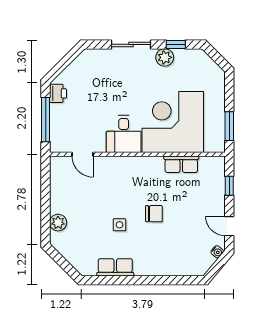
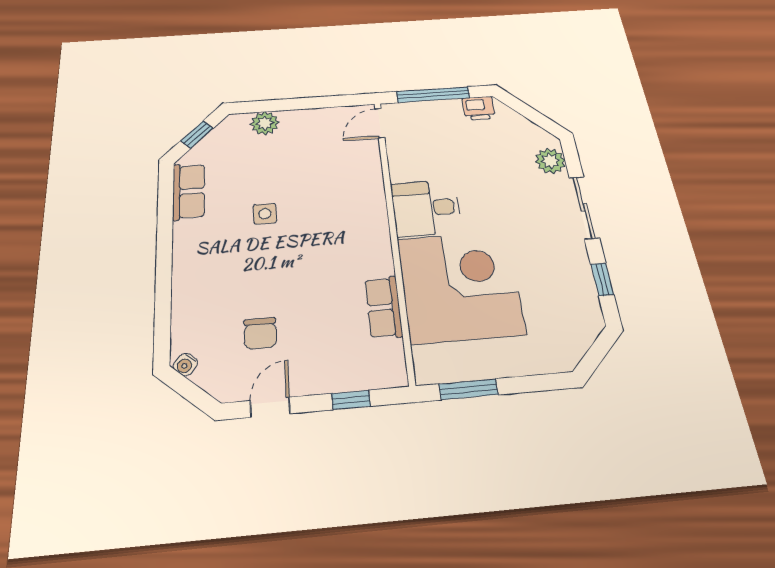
plant: (165, 57) -> (550, 161), moved
door: (82, 154) -> (380, 123), moved
chair: (154, 214) -> (260, 333), moved
water cooler: (217, 252) -> (185, 365), moved
window: (63, 263) -> (197, 135), added
row of seats: (115, 267) -> (189, 191), moved

